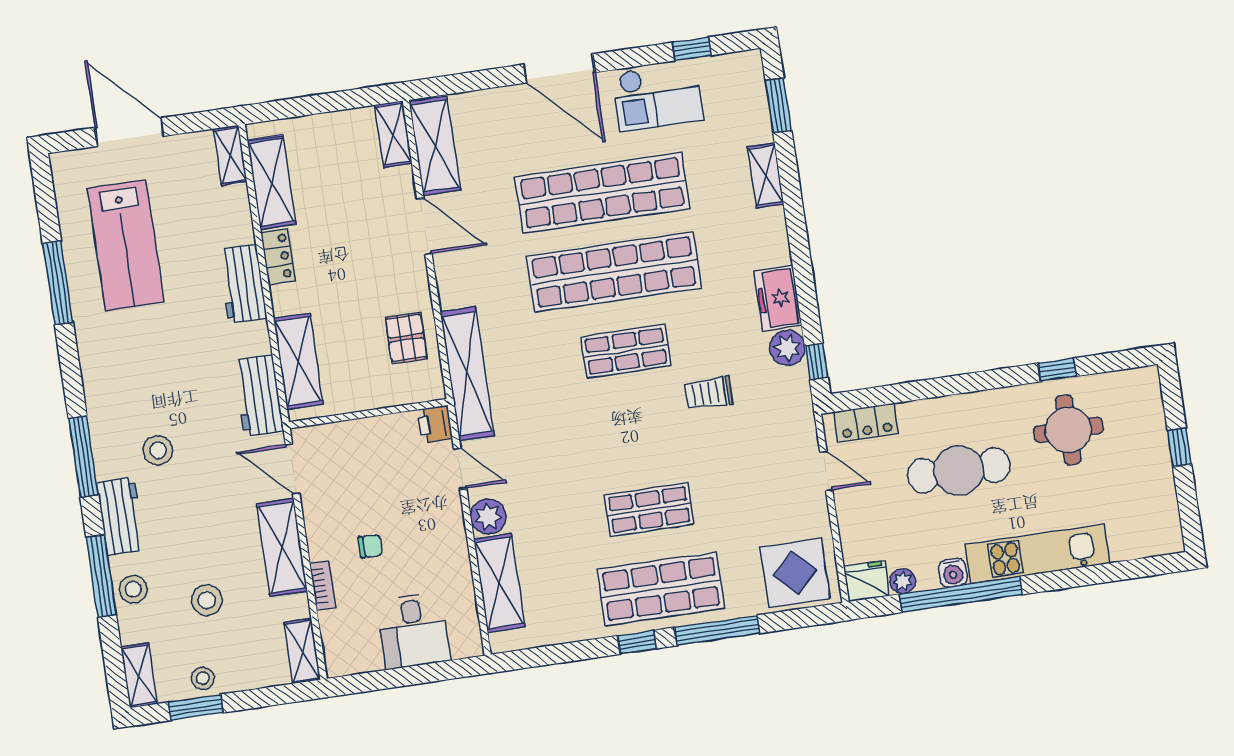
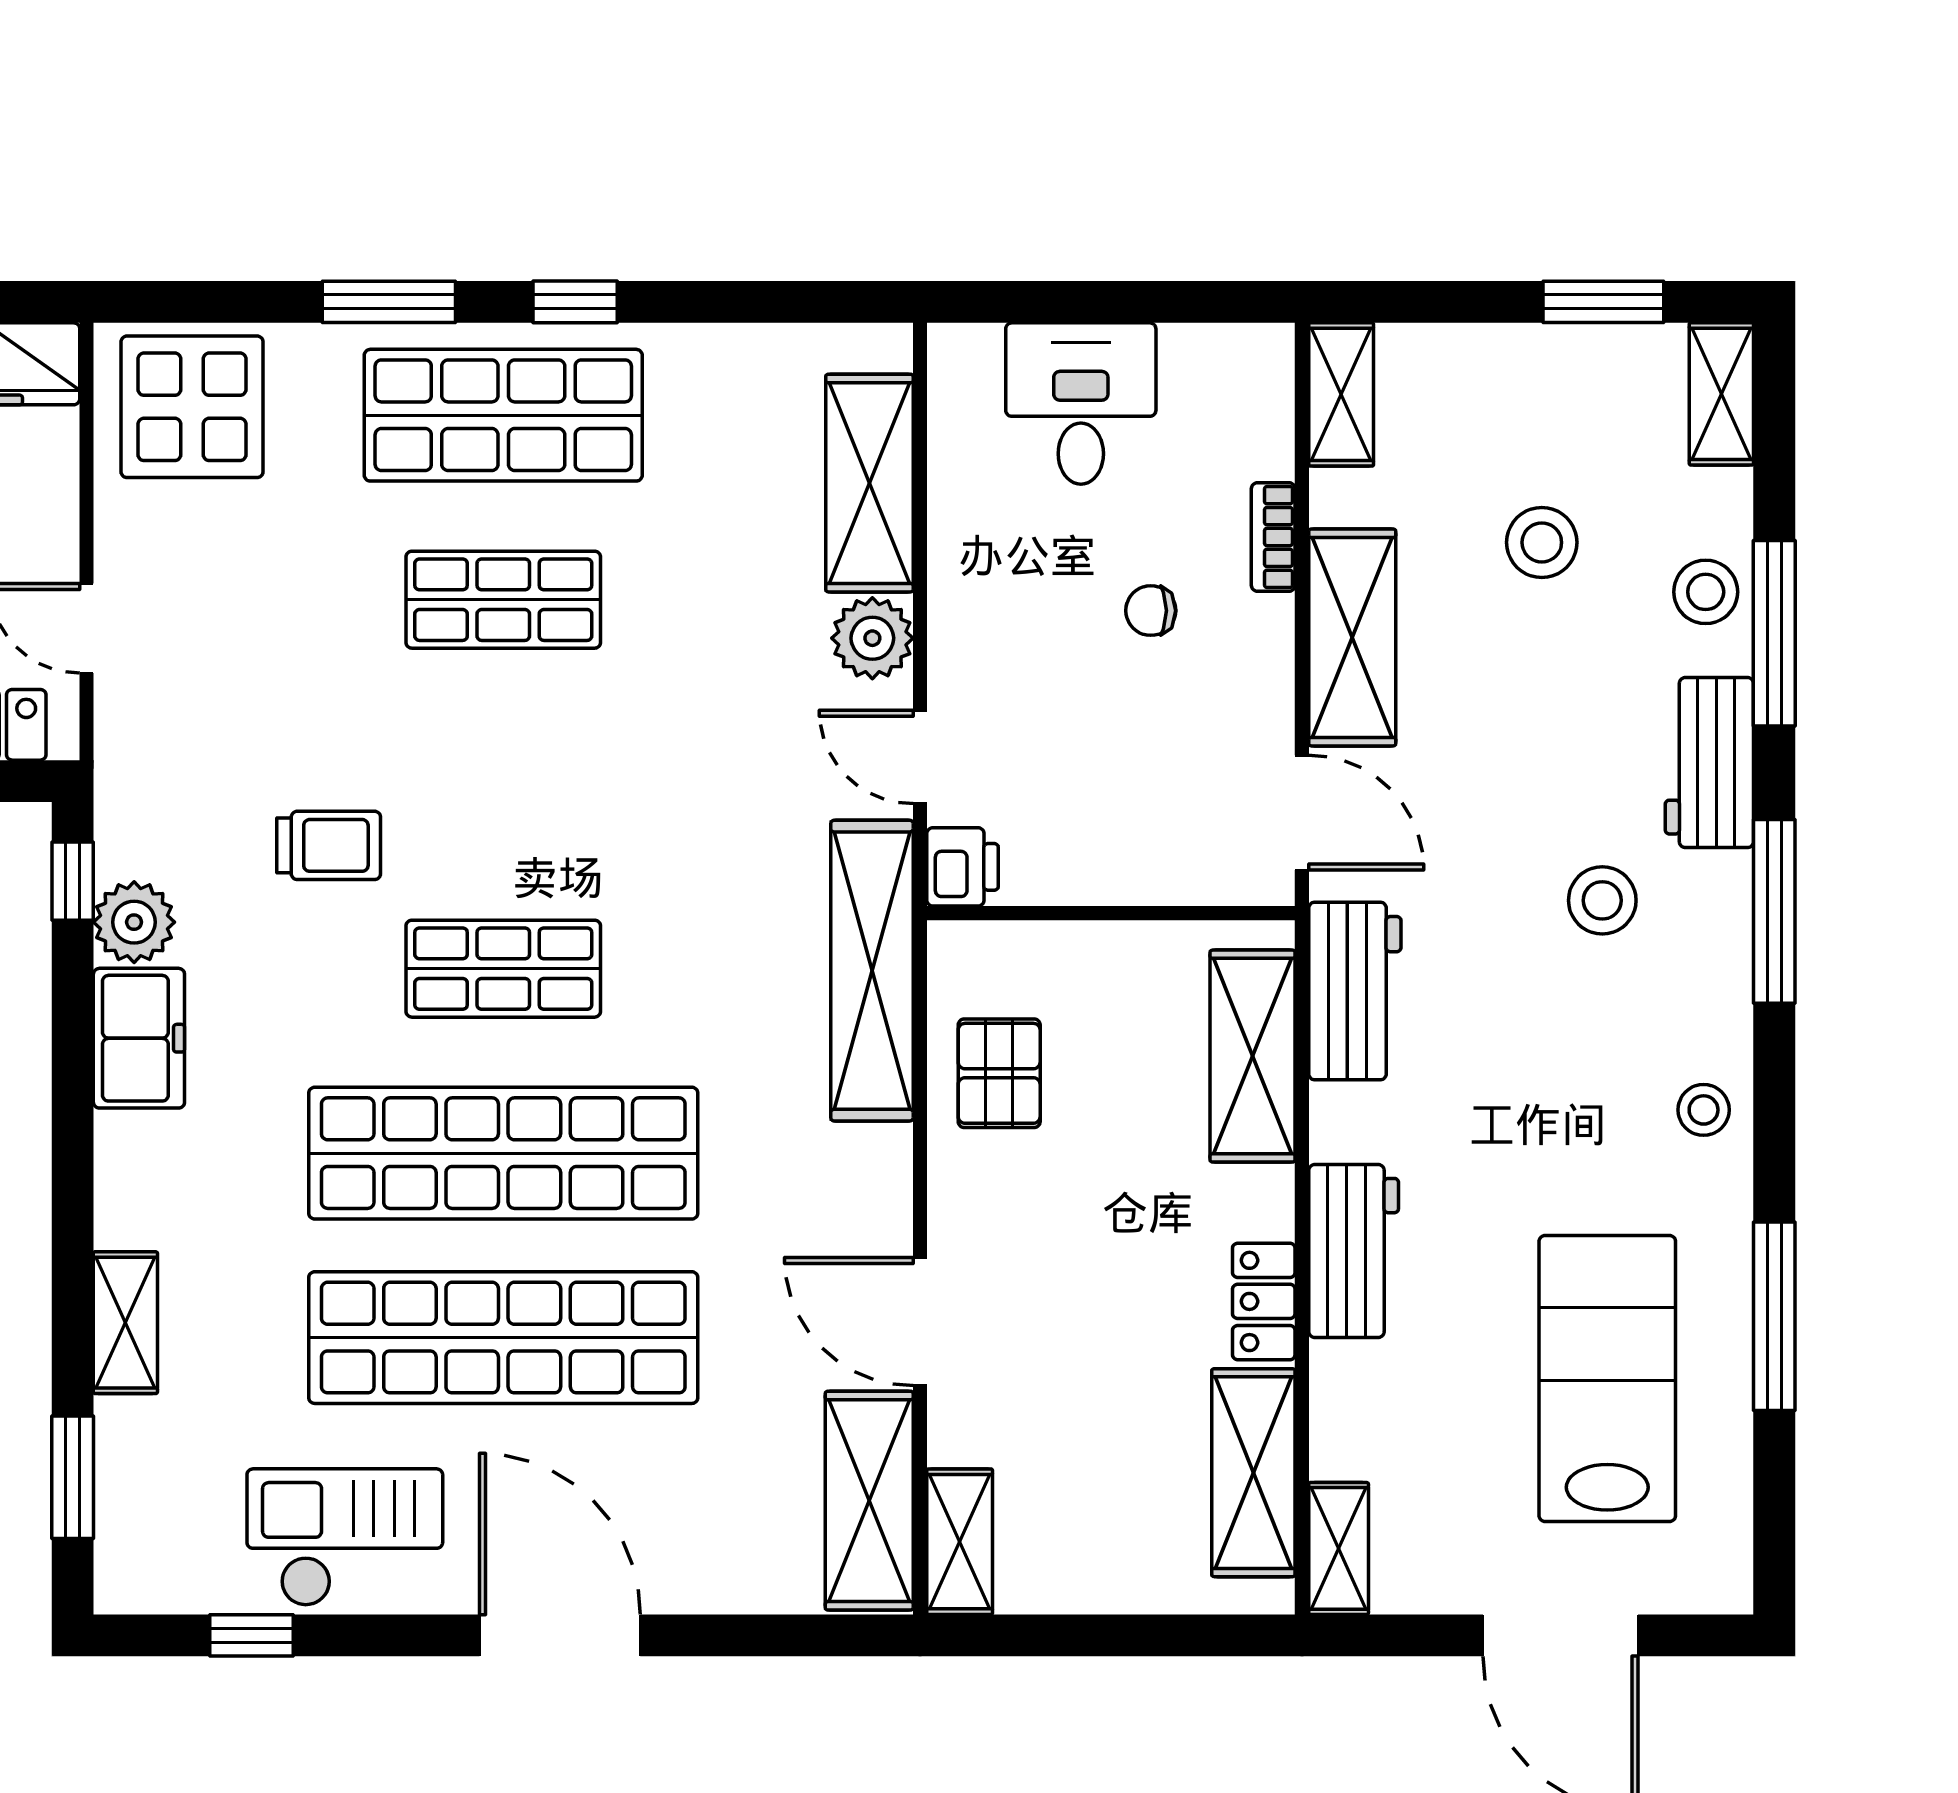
window: (717, 630) -> (389, 302), width x0.69
stool: (203, 678) -> (1704, 1110), moved

